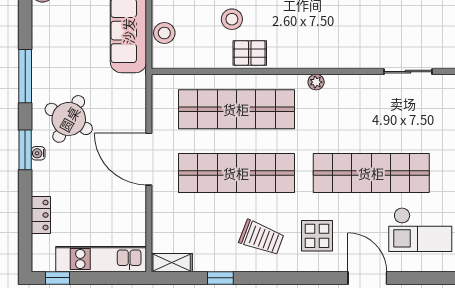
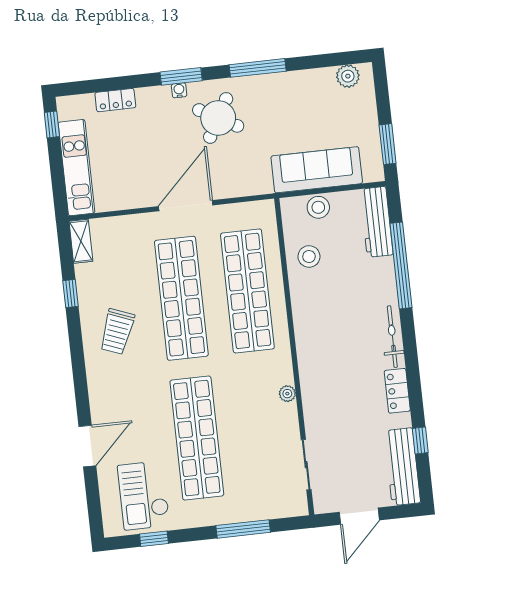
stool: (232, 19) -> (309, 256), moved
pallet: (250, 53) -> (307, 298), removed
plant: (316, 82) -> (287, 394), moved
display table: (317, 236) -> (125, 389), removed

